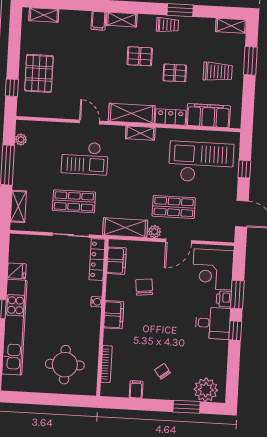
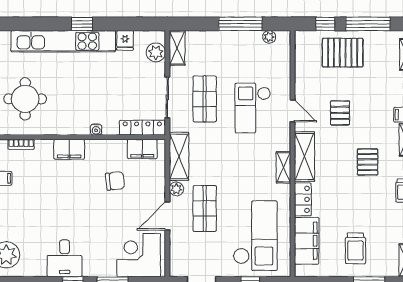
window: (14, 49) -> (368, 24), added
pallet: (175, 73) -> (340, 113), moved
door: (89, 122) -> (293, 111), hinge flipped
shelving: (18, 206) -> (177, 48), moved, turned 90
door: (179, 241) -> (167, 216), hinge flipped
plant: (29, 243) -> (156, 52), added
printer: (224, 299) -> (107, 269), removed
filing cabinet: (114, 315) -> (69, 149), moved
desk: (213, 323) -> (65, 258), moved
bookcase: (106, 364) -> (21, 144), width x0.64
chair: (163, 371) -> (24, 206), removed

